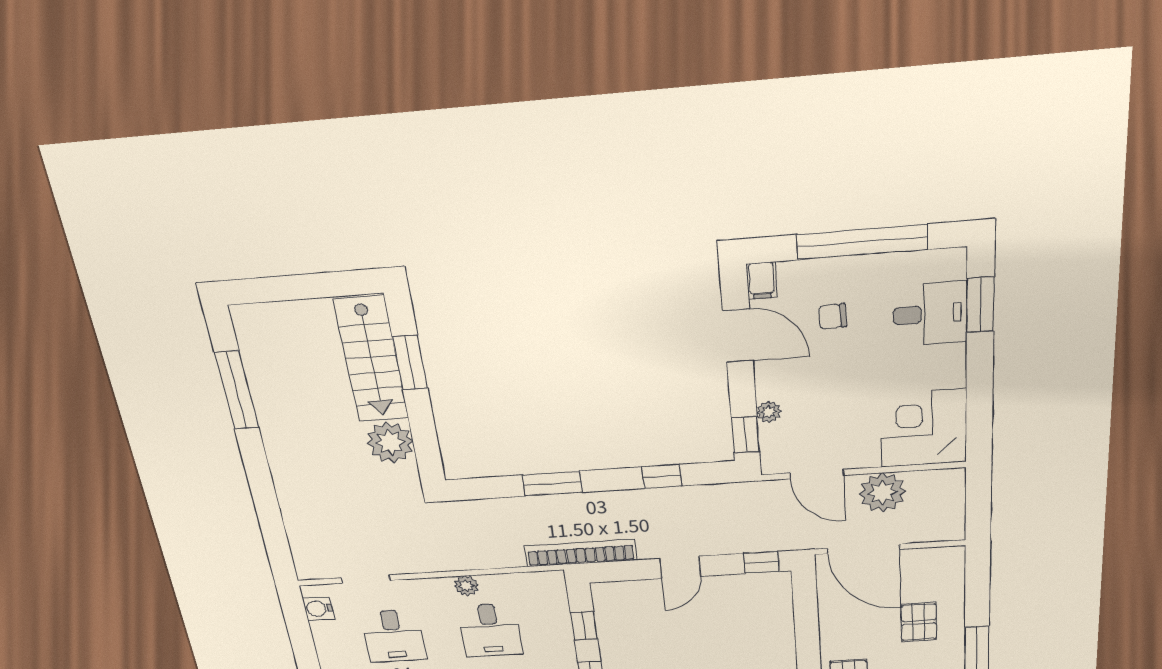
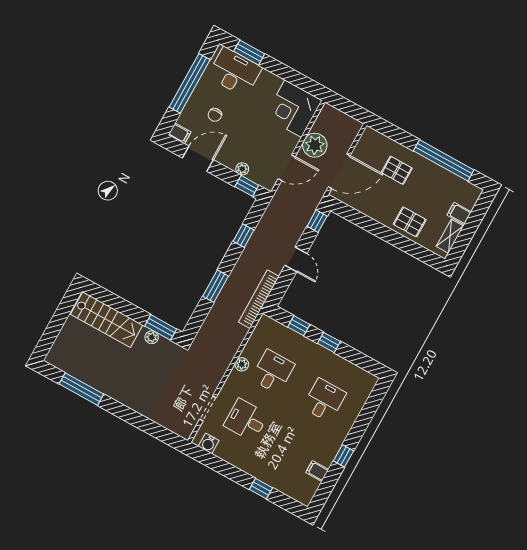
desk: (930, 314) -> (235, 72), width x1.37
window: (410, 362) -> (161, 327), moved
plant: (390, 442) -> (152, 337), width x0.53, depth x0.53
desk: (490, 630) -> (273, 372), turned -90
desk: (393, 636) -> (246, 420), turned 180

